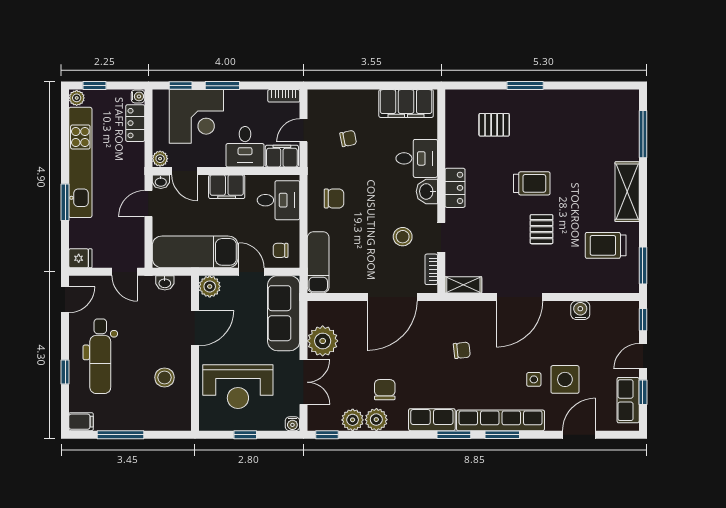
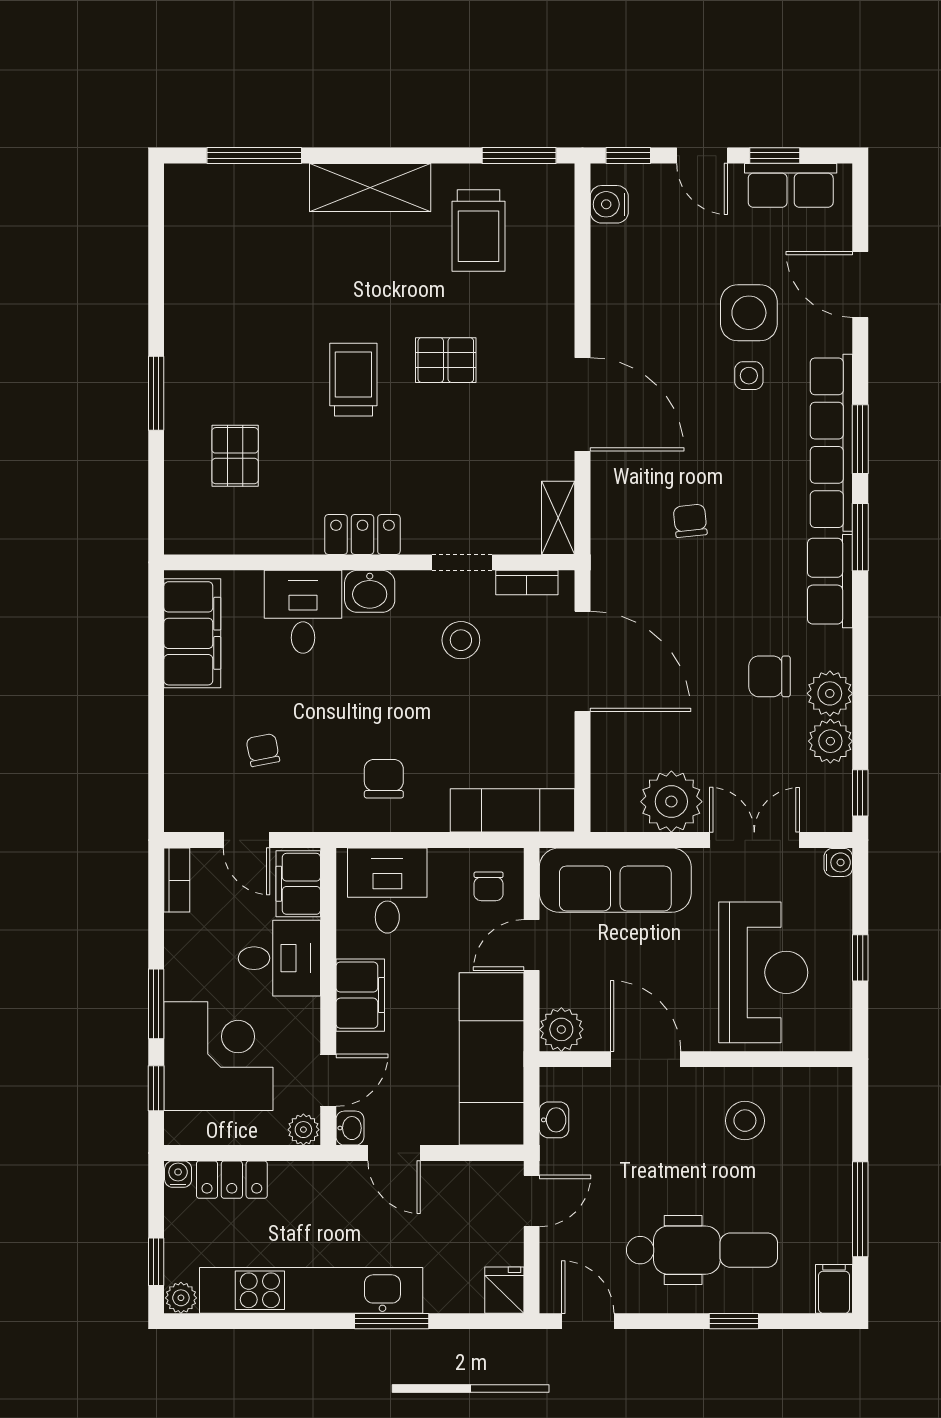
water cooler: (580, 310) -> (609, 204), moved

